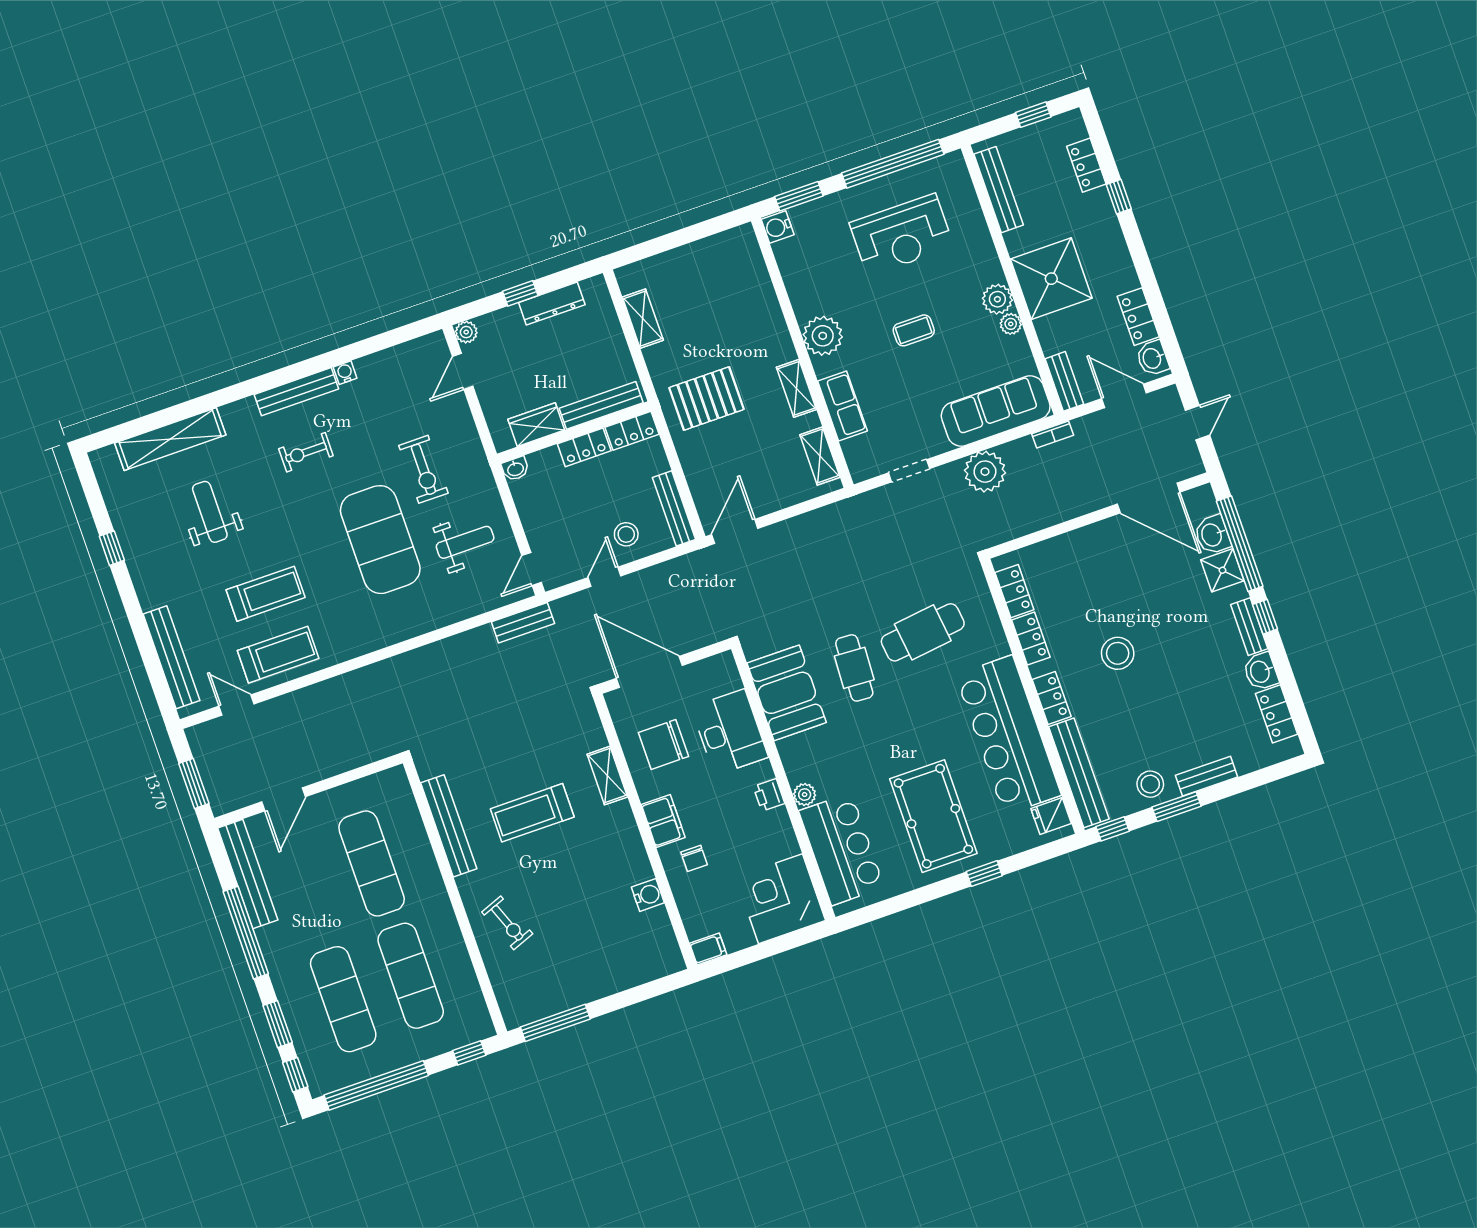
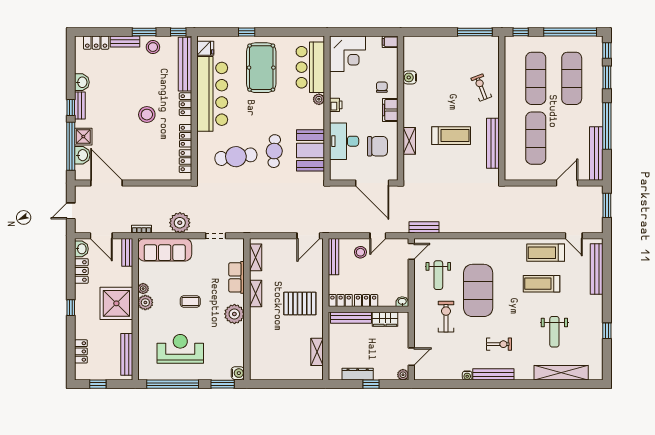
window: (1119, 197) -> (71, 308), moved
weight bench: (465, 542) -> (438, 275), turned -90
locker: (1277, 714) -> (96, 43), moved, turned 90

